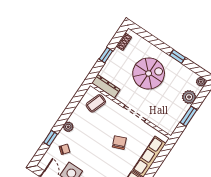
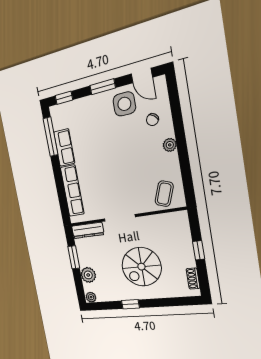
dresser: (106, 86) -> (88, 230), moved
window: (50, 138) -> (177, 116), removed
chair: (119, 143) -> (108, 178), removed

